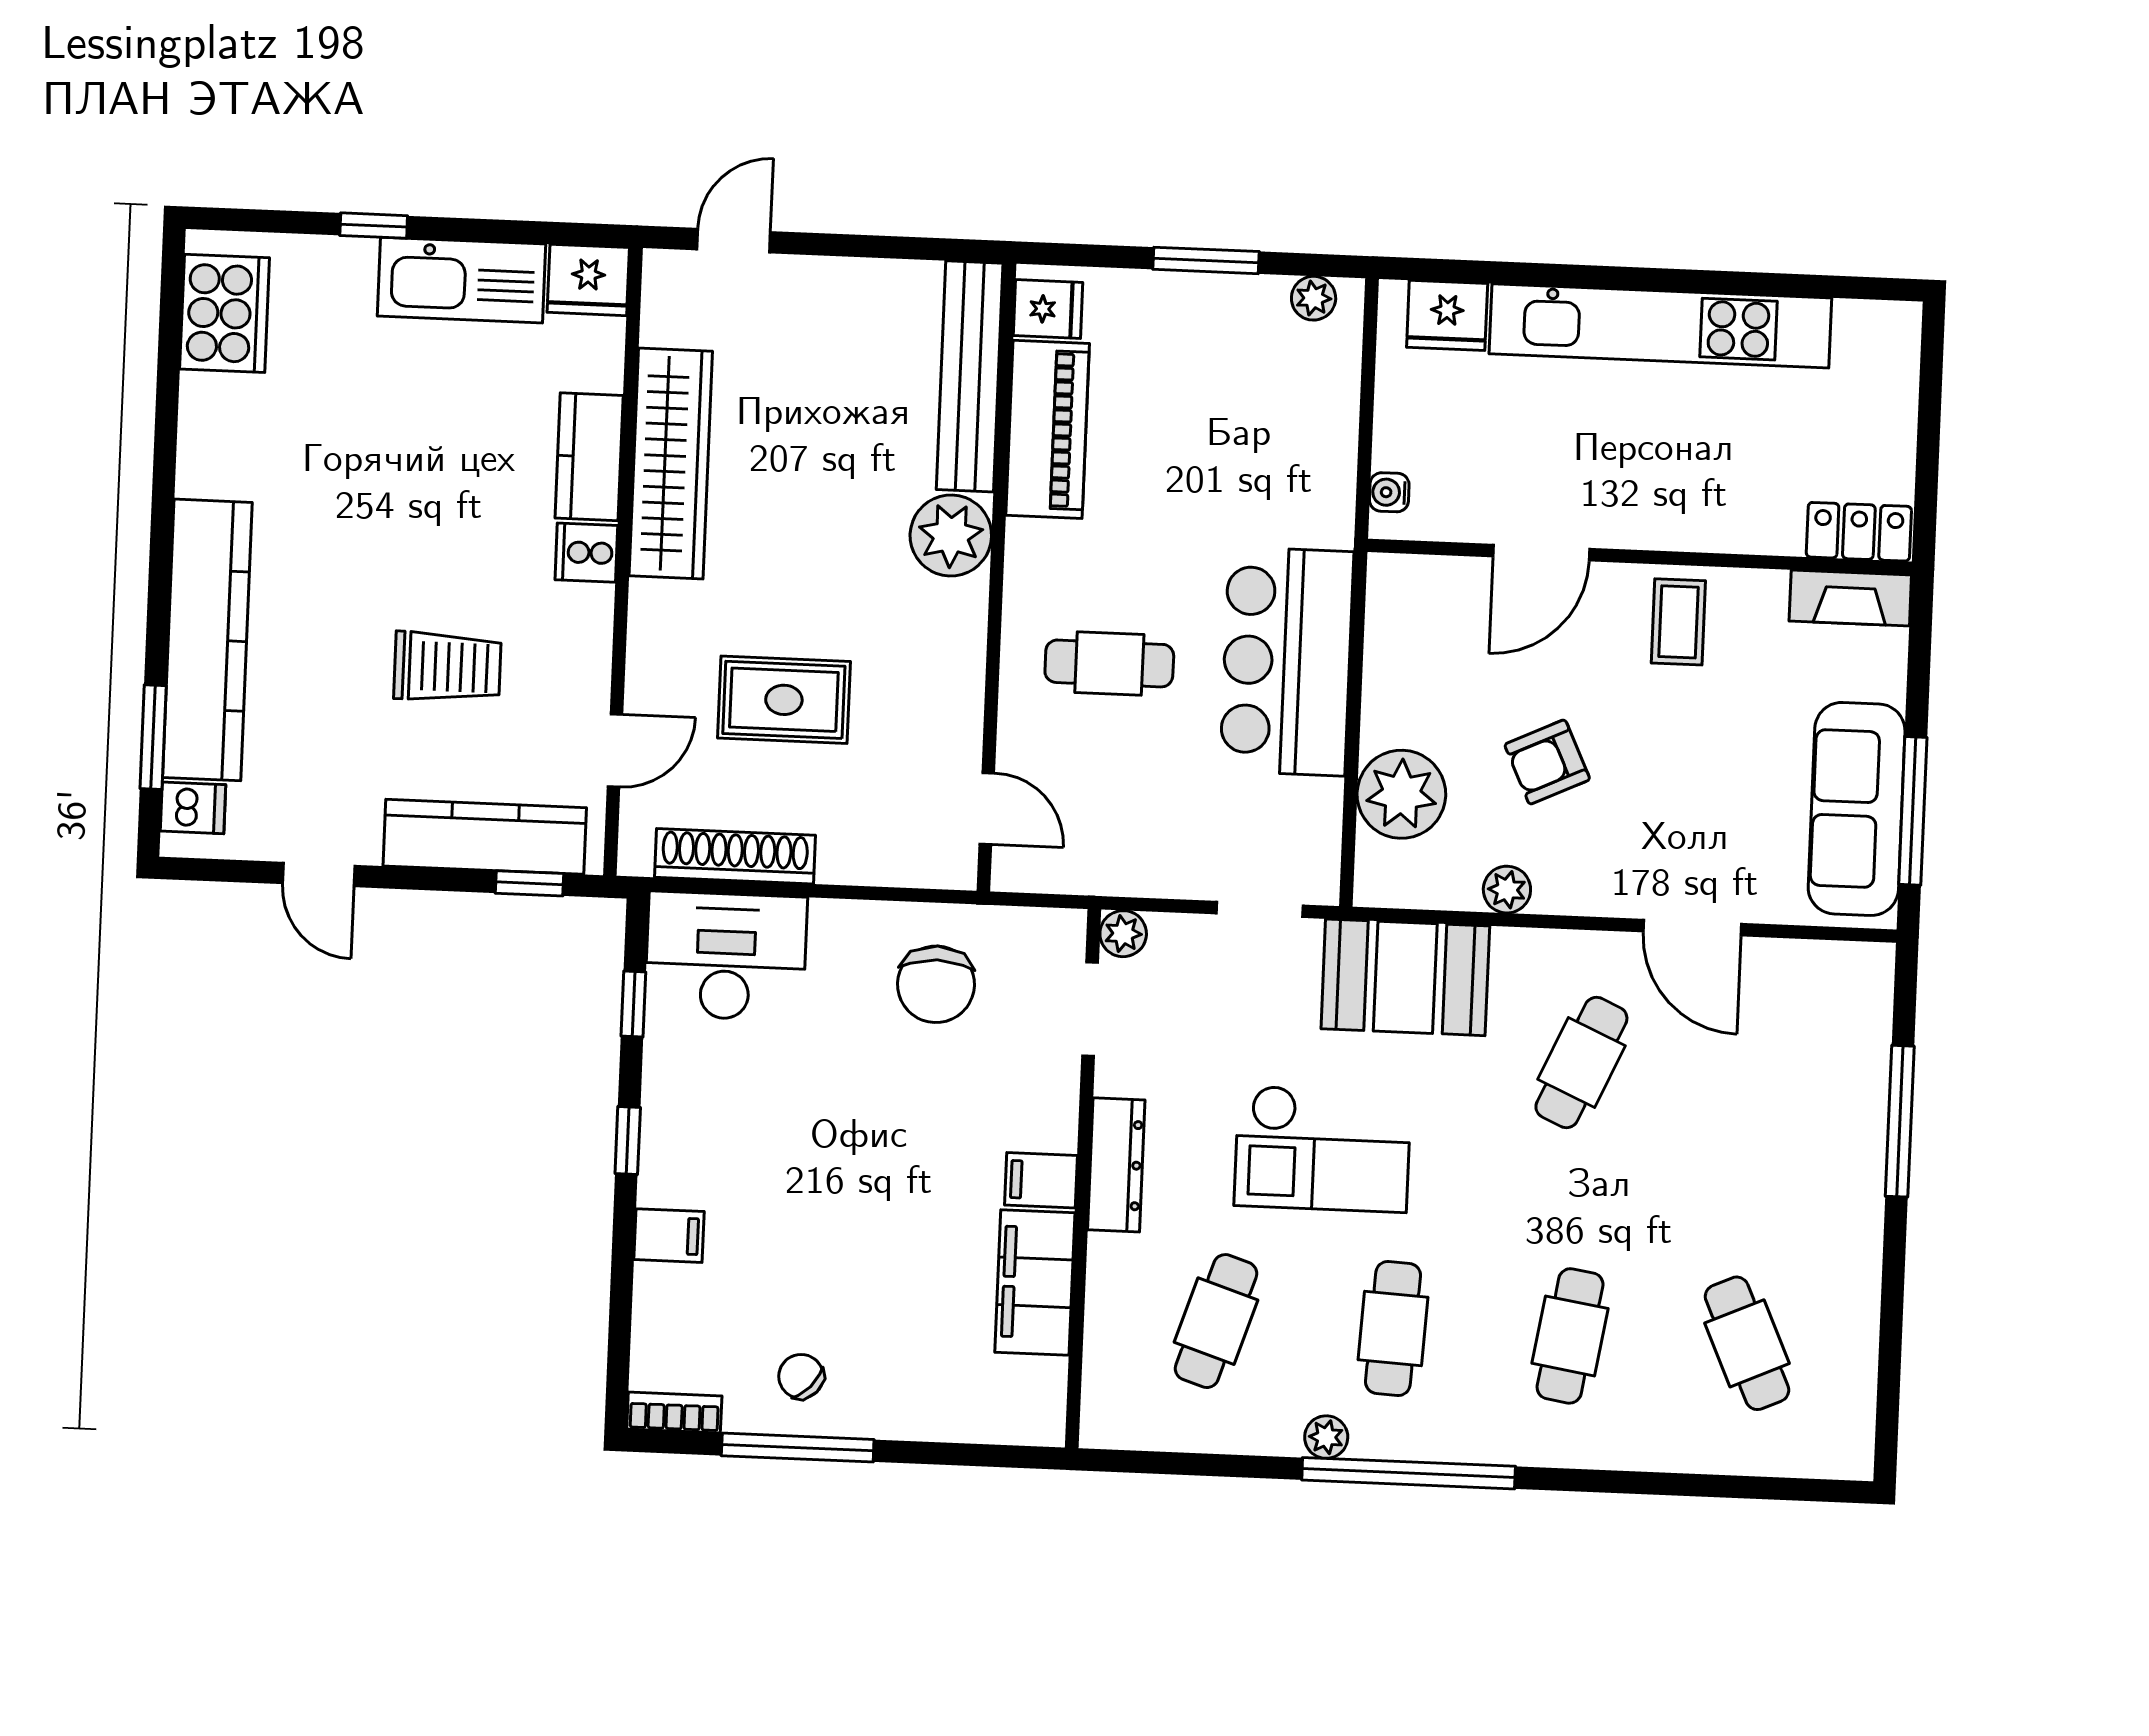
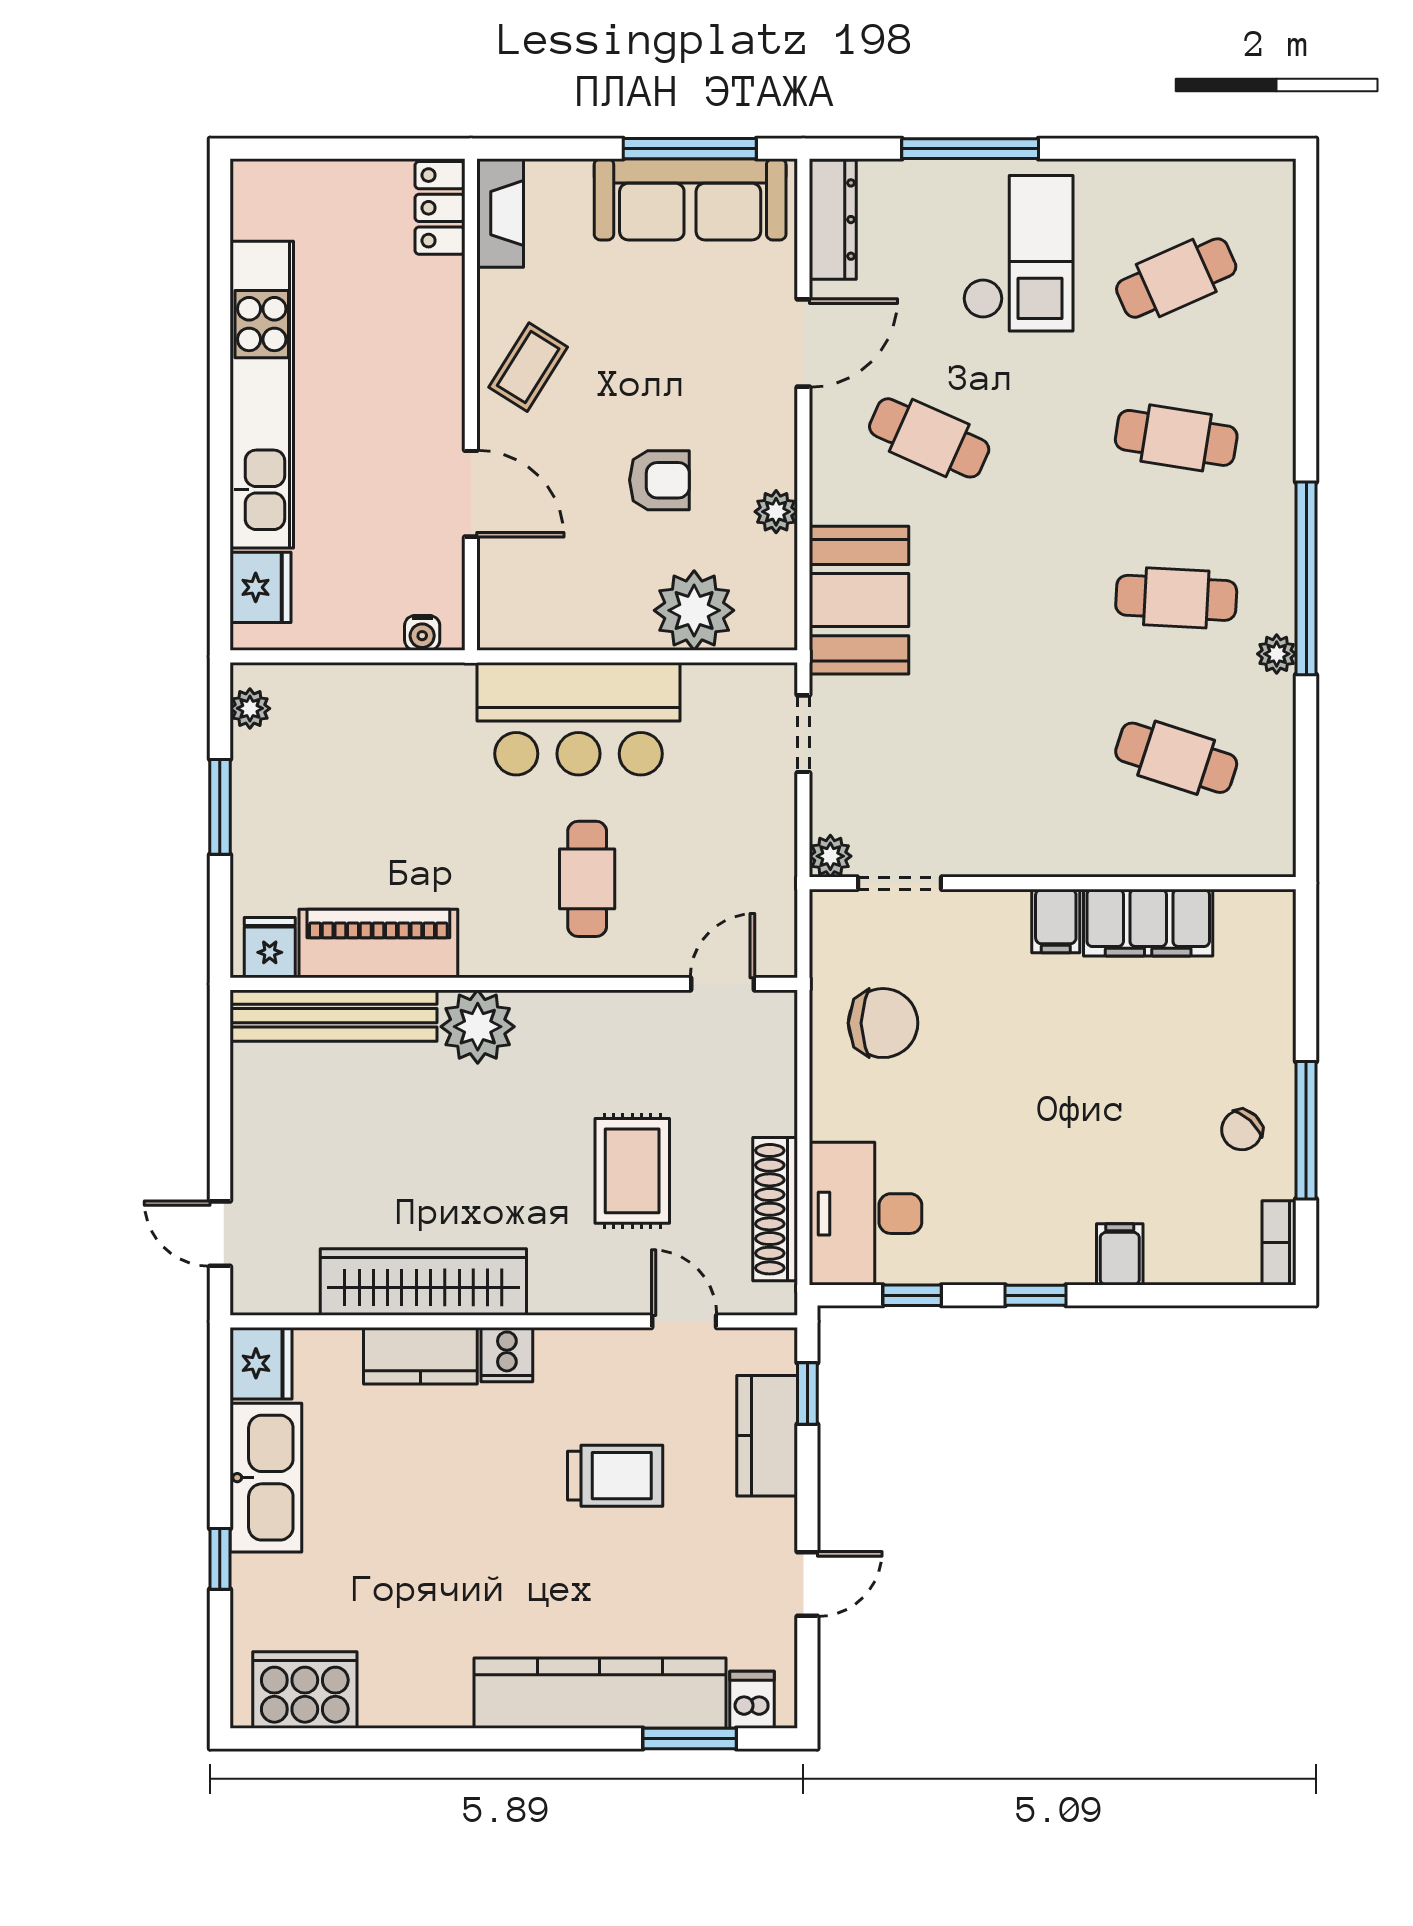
coffee table: (1678, 622) -> (528, 367), turned -58
trolley: (447, 667) -> (615, 1476), turned 90
armchair: (1547, 762) -> (659, 480), turned -65
kitchen counter: (485, 837) -> (767, 1436), width x0.67
checkout: (1323, 1149) -> (1018, 253), moved
dresser: (1116, 1165) -> (833, 220), moved, turned 90

